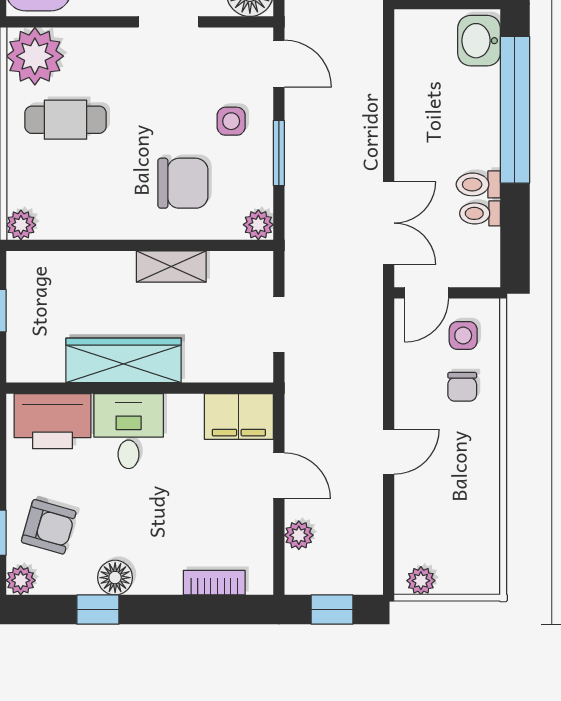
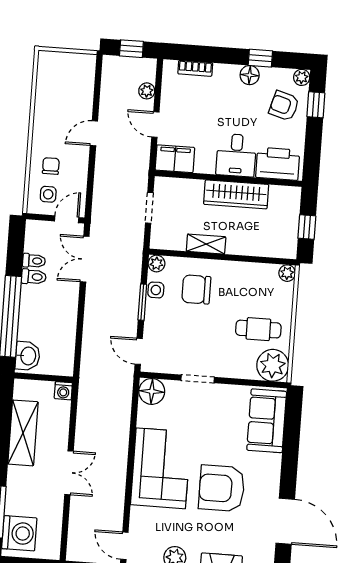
side table: (231, 121) -> (156, 290), moved
plant: (421, 581) -> (81, 61), removed

